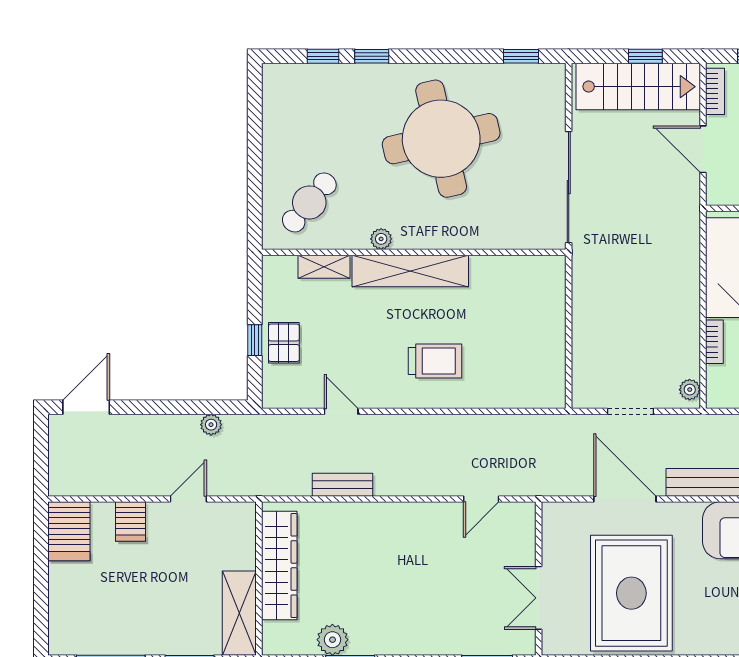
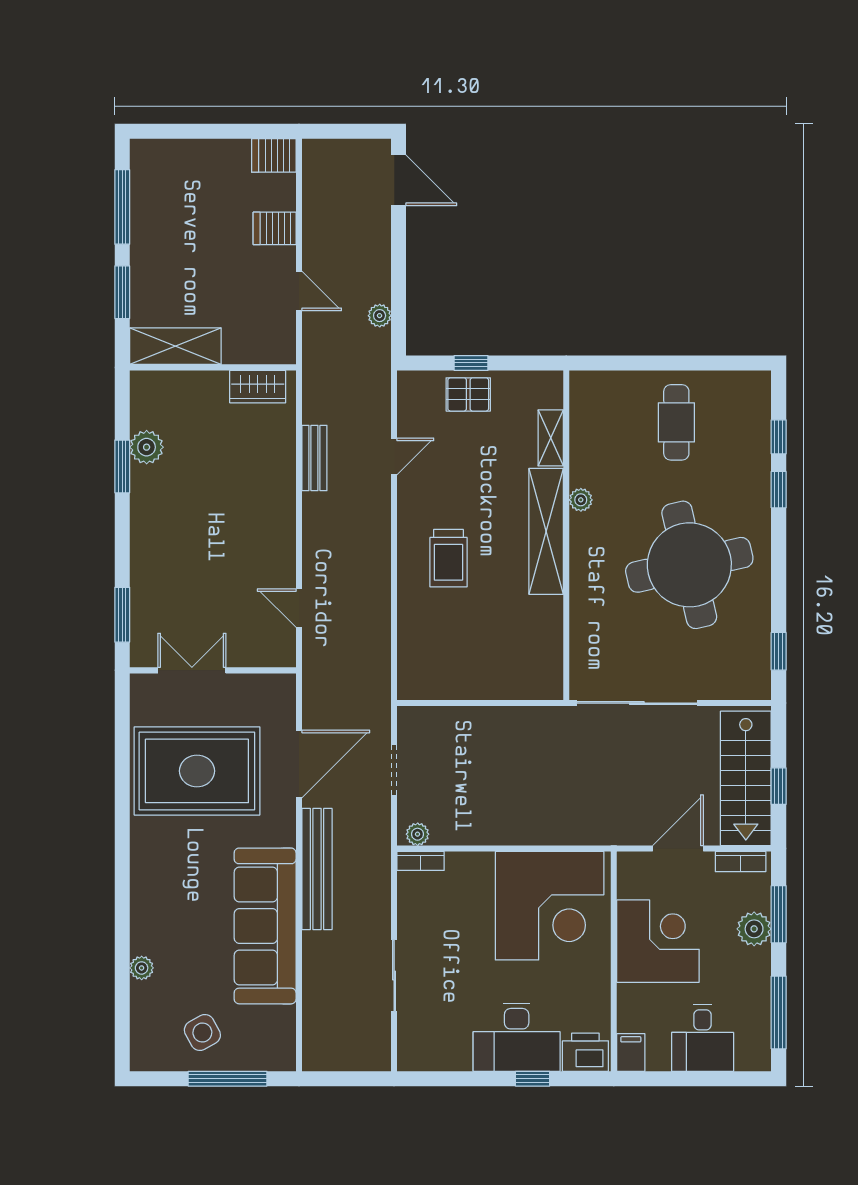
cafe table: (309, 202) -> (676, 422), moved, turned 50
bookcase: (714, 342) -> (421, 861), moved
server rack: (69, 531) -> (274, 155), width x0.73, depth x0.70
wardrobe: (279, 565) -> (258, 387), width x0.48, depth x0.85

